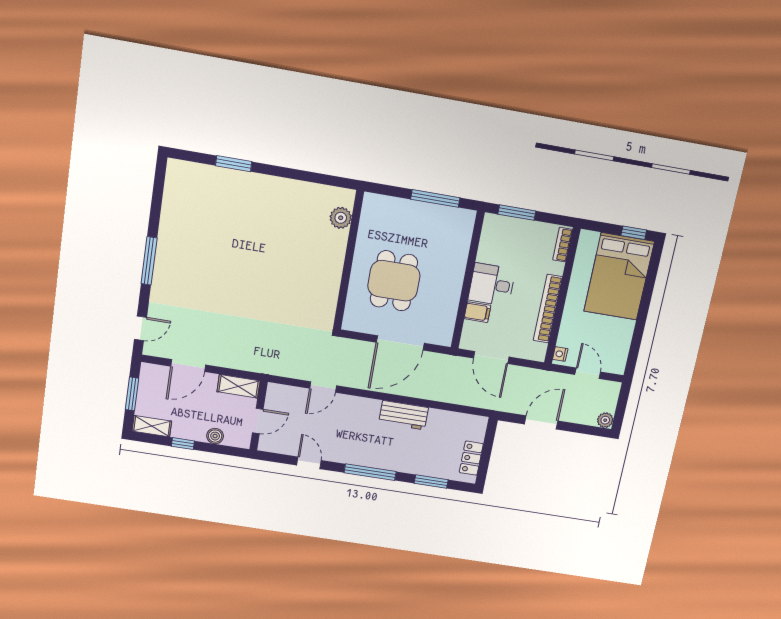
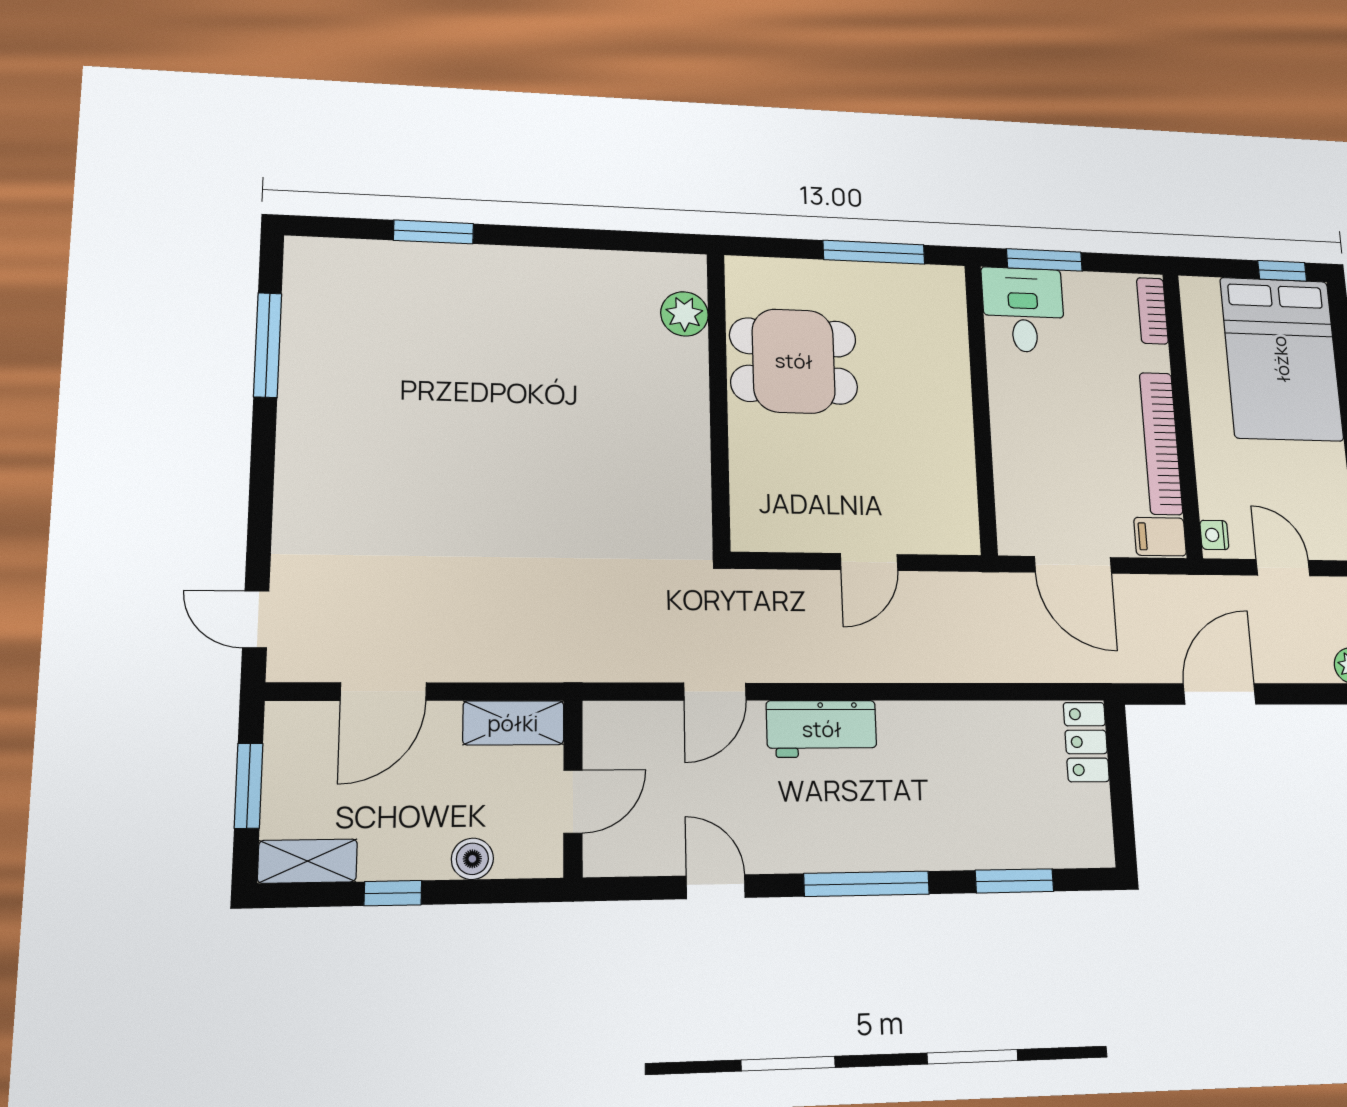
window: (149, 261) -> (268, 345), moved
dining table: (394, 281) -> (794, 361), moved, turned 90
desk: (492, 285) -> (1023, 310), moved, turned 90
filing cabinet: (477, 312) -> (1160, 537), moved, turned 180
door: (140, 328) -> (256, 619), swing flipped
door: (400, 343) -> (869, 562), width x0.53
workbench: (404, 415) -> (822, 729), moved
locker: (471, 458) -> (1086, 742), moved

